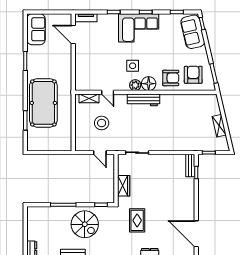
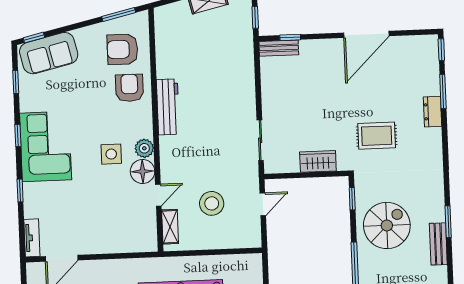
floor lamp: (149, 84) -> (143, 171), moved
workbench: (143, 100) -> (168, 107), moved
door: (196, 234) -> (366, 34), moved

